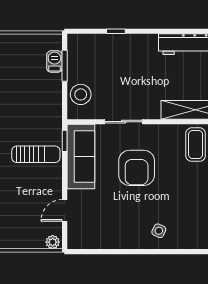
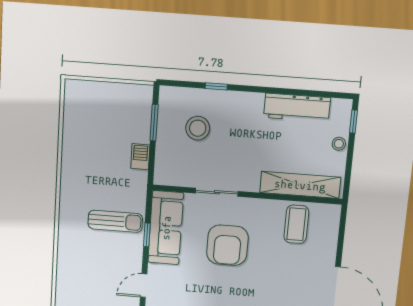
barbecue: (54, 62) -> (140, 157), moved
stool: (81, 94) -> (198, 128), moved
window: (65, 141) -> (147, 235), moved

